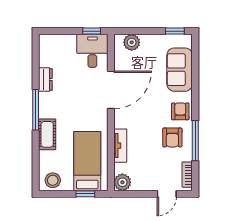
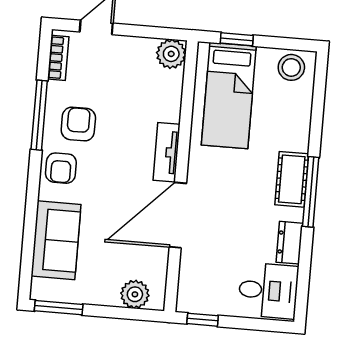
window: (175, 31) -> (59, 308), width x1.50
desk: (92, 51) -> (268, 291), moved, turned -90
cot: (47, 134) -> (292, 179), moved
tv unit: (120, 146) -> (167, 152), moved

